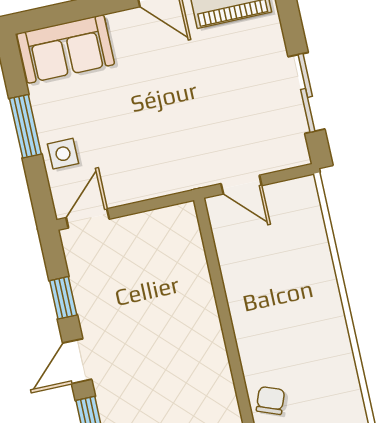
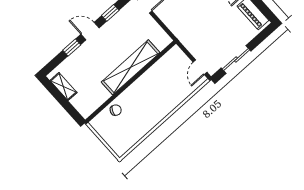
door: (241, 185) -> (200, 67), moved
shelving: (199, 320) -> (131, 67), added

